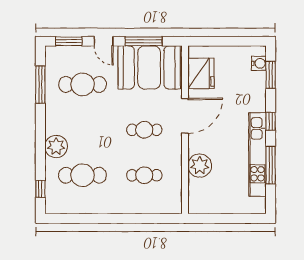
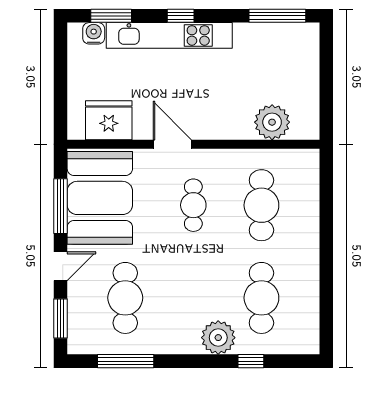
door: (185, 116) -> (172, 144), width x0.73
kitchen unit: (258, 154) -> (169, 35), moved
window: (271, 165) -> (277, 16), moved
plant: (200, 166) -> (272, 122), moved
cafe table: (144, 175) -> (261, 205), width x1.37, depth x1.35
window: (40, 189) -> (251, 361), moved

